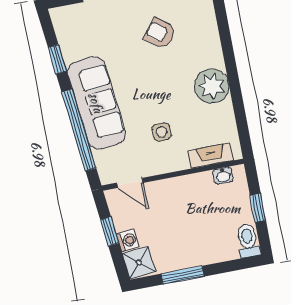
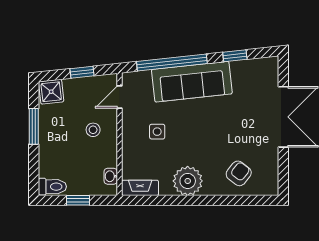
armchair: (160, 33) -> (239, 173), moved
fireplace: (210, 155) -> (140, 188), moved, turned -90
stool: (173, 206) -> (93, 130), added
washing machine: (128, 240) -> (72, 86), removed

